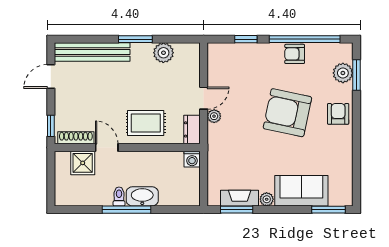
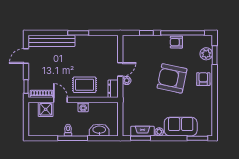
plant: (163, 53) -> (96, 41), removed
washing machine: (192, 159) -> (83, 107), moved
washbasin: (142, 196) -> (99, 130), moved

